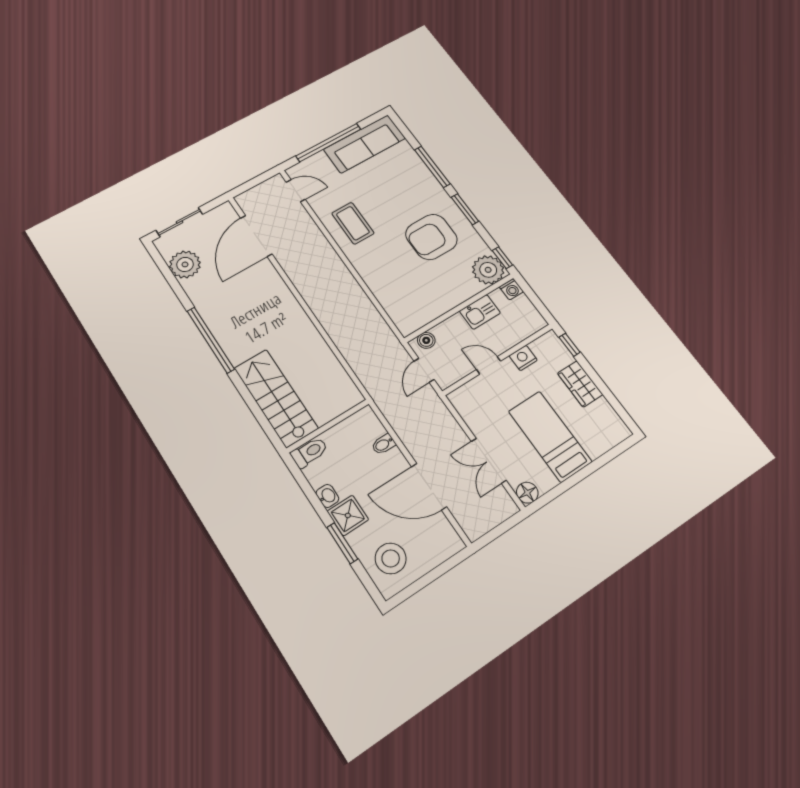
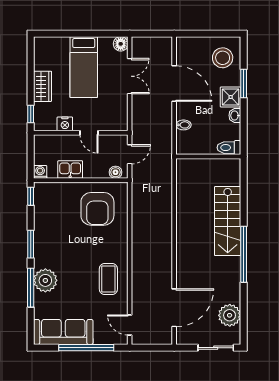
armchair: (431, 237) -> (97, 209), moved, turned 90
plant: (488, 270) -> (45, 280), moved
stairs: (276, 398) -> (228, 221), moved

